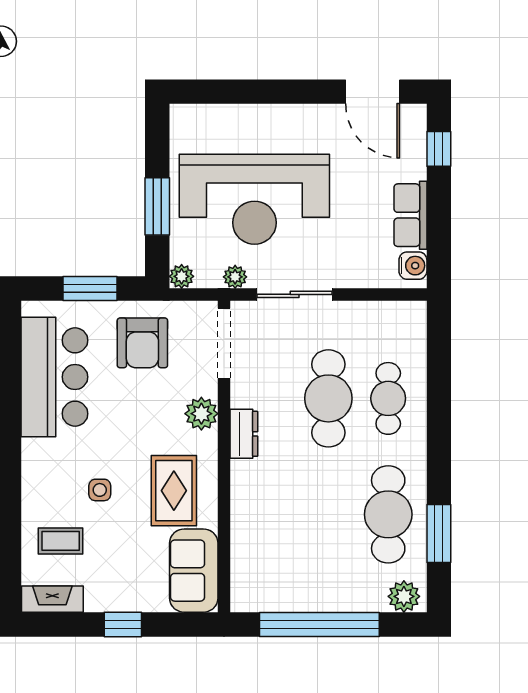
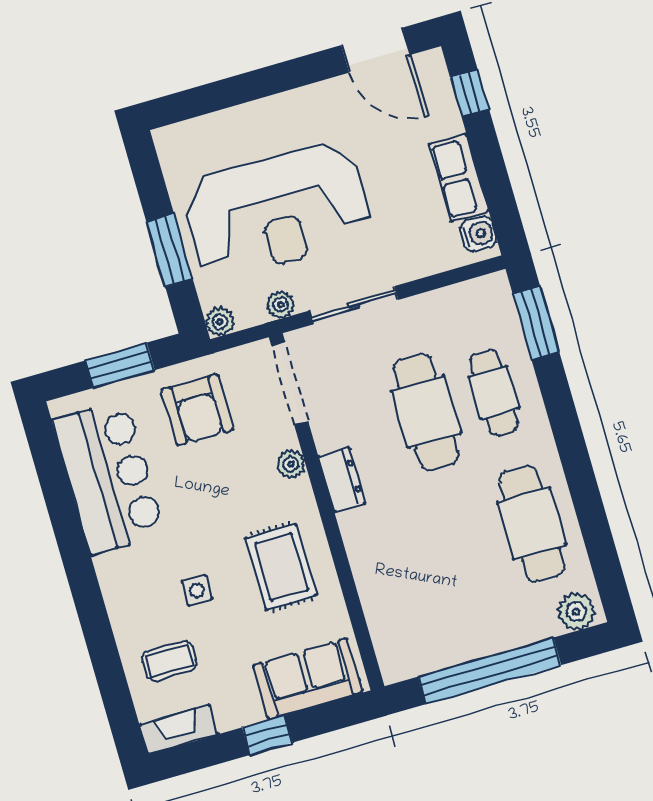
plant: (201, 414) -> (291, 464), width x0.73, depth x0.73
window: (439, 533) -> (536, 323), moved
sofa: (194, 571) -> (308, 679), moved, turned 90

